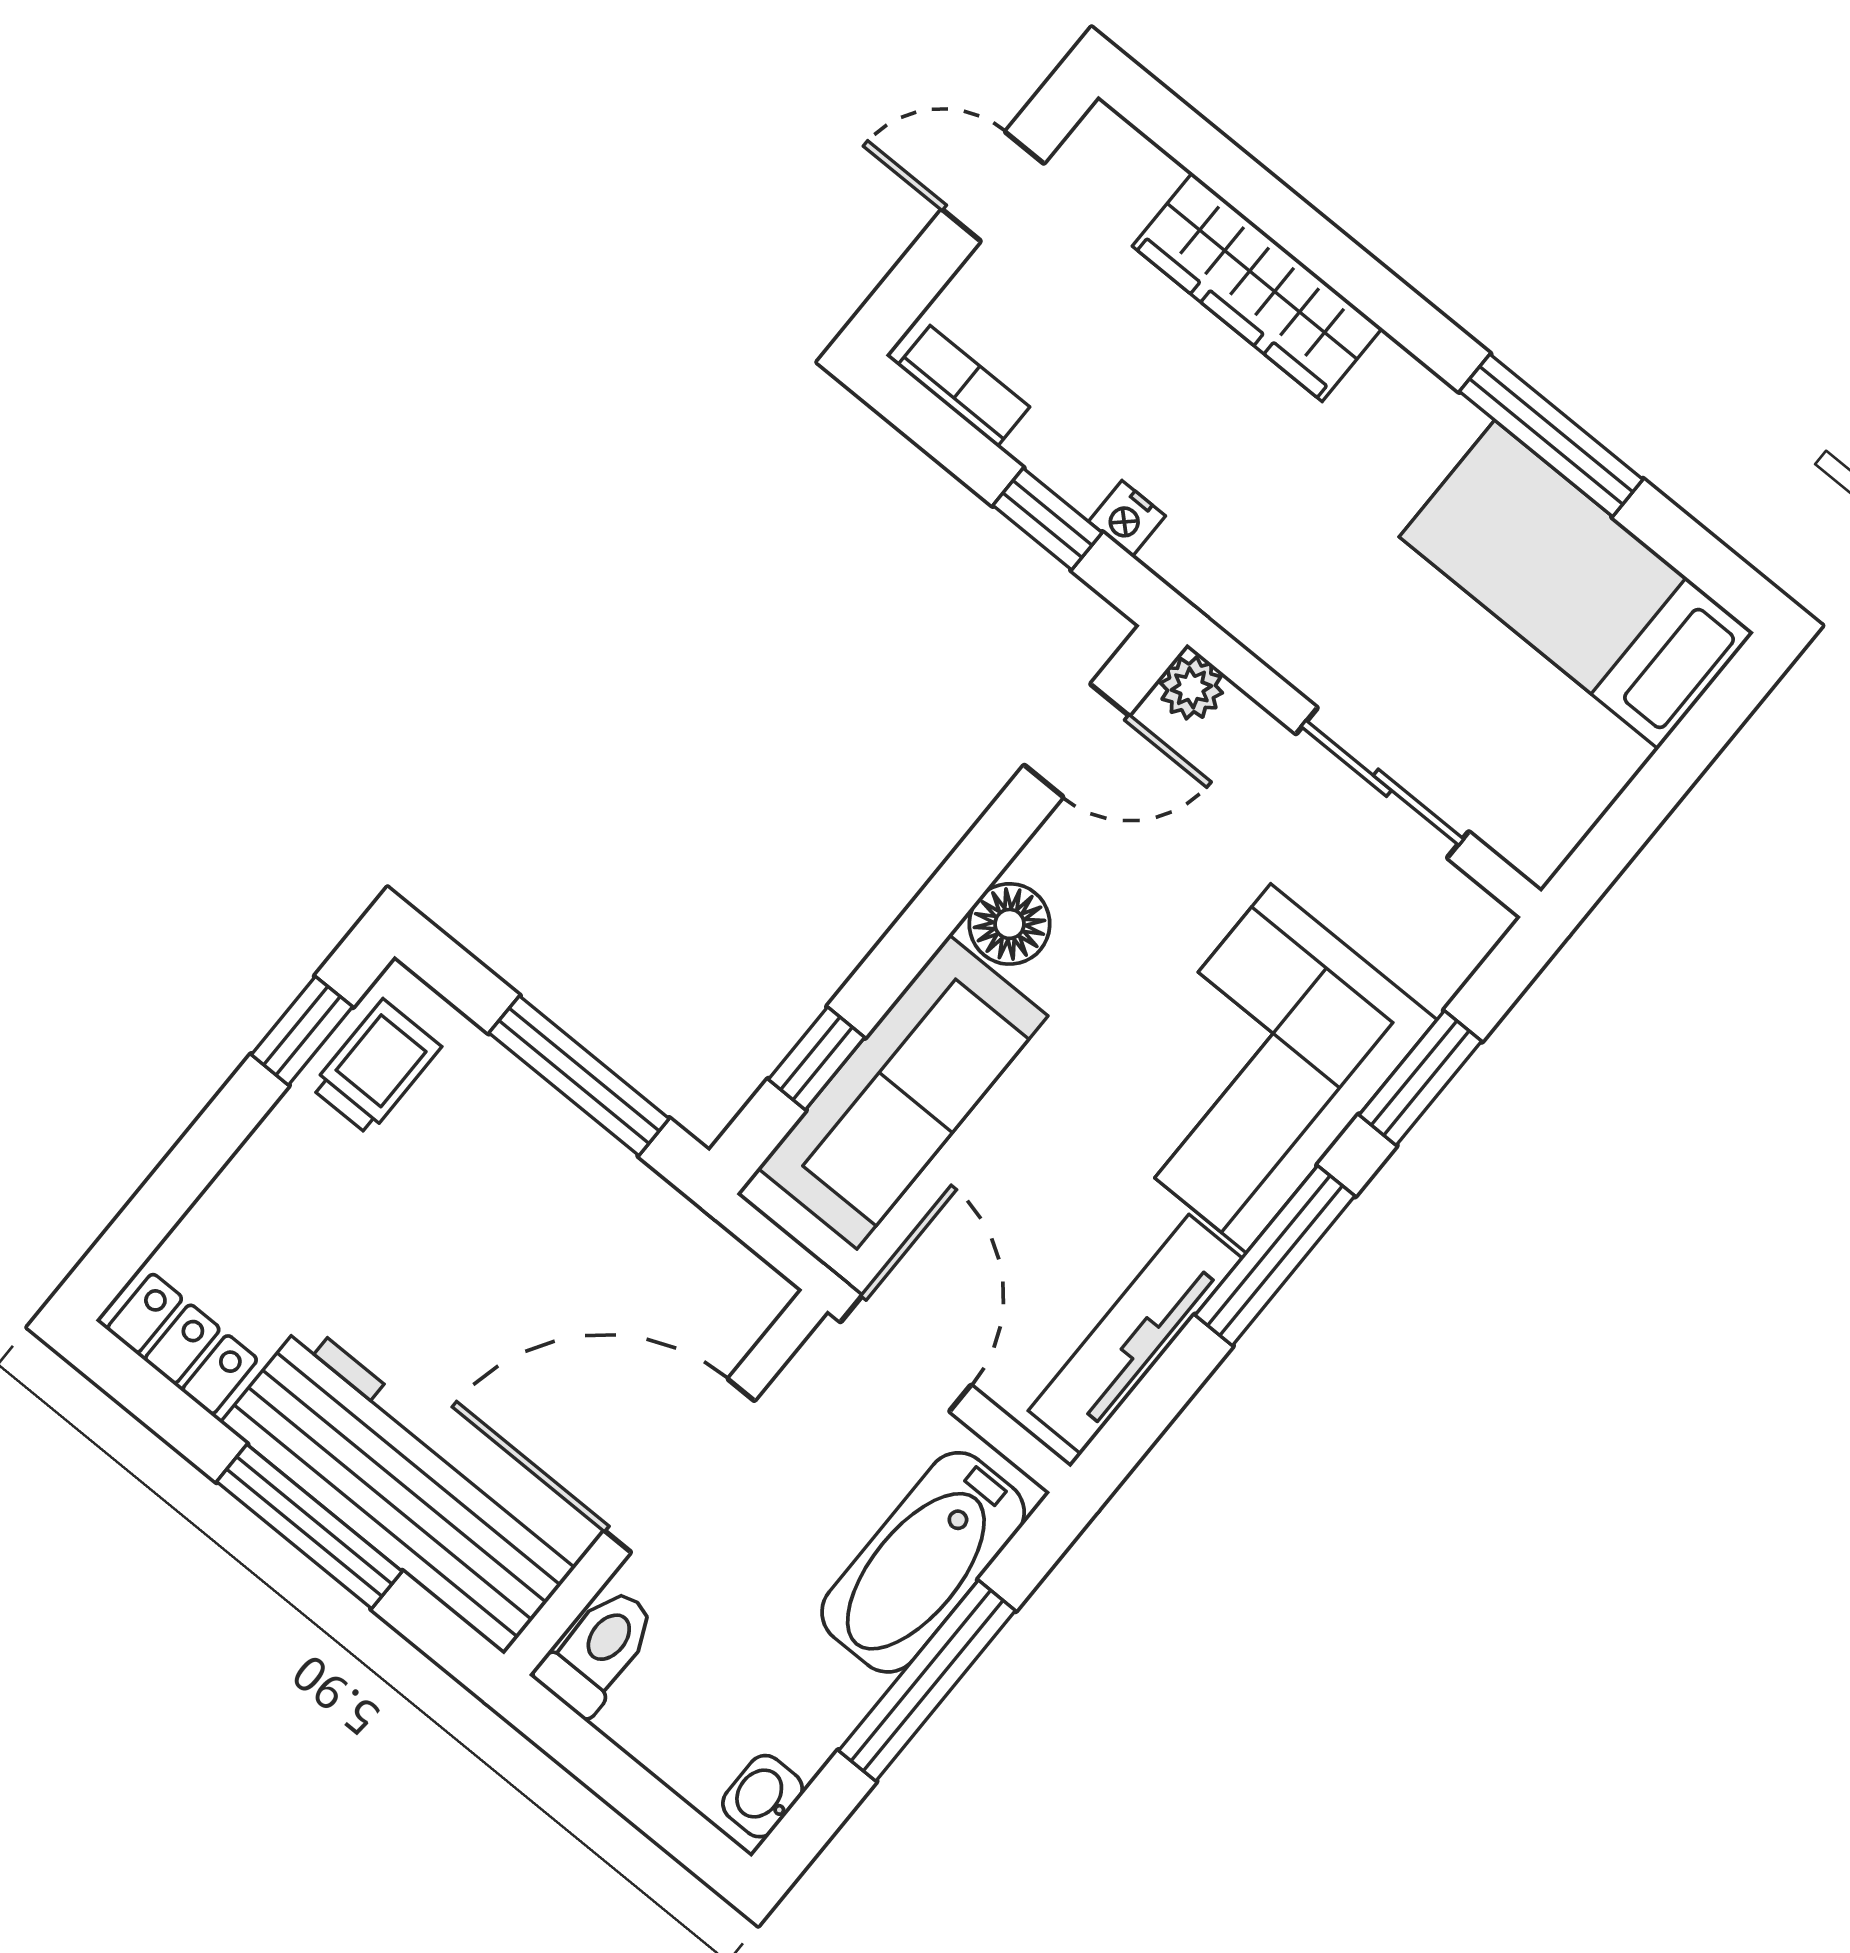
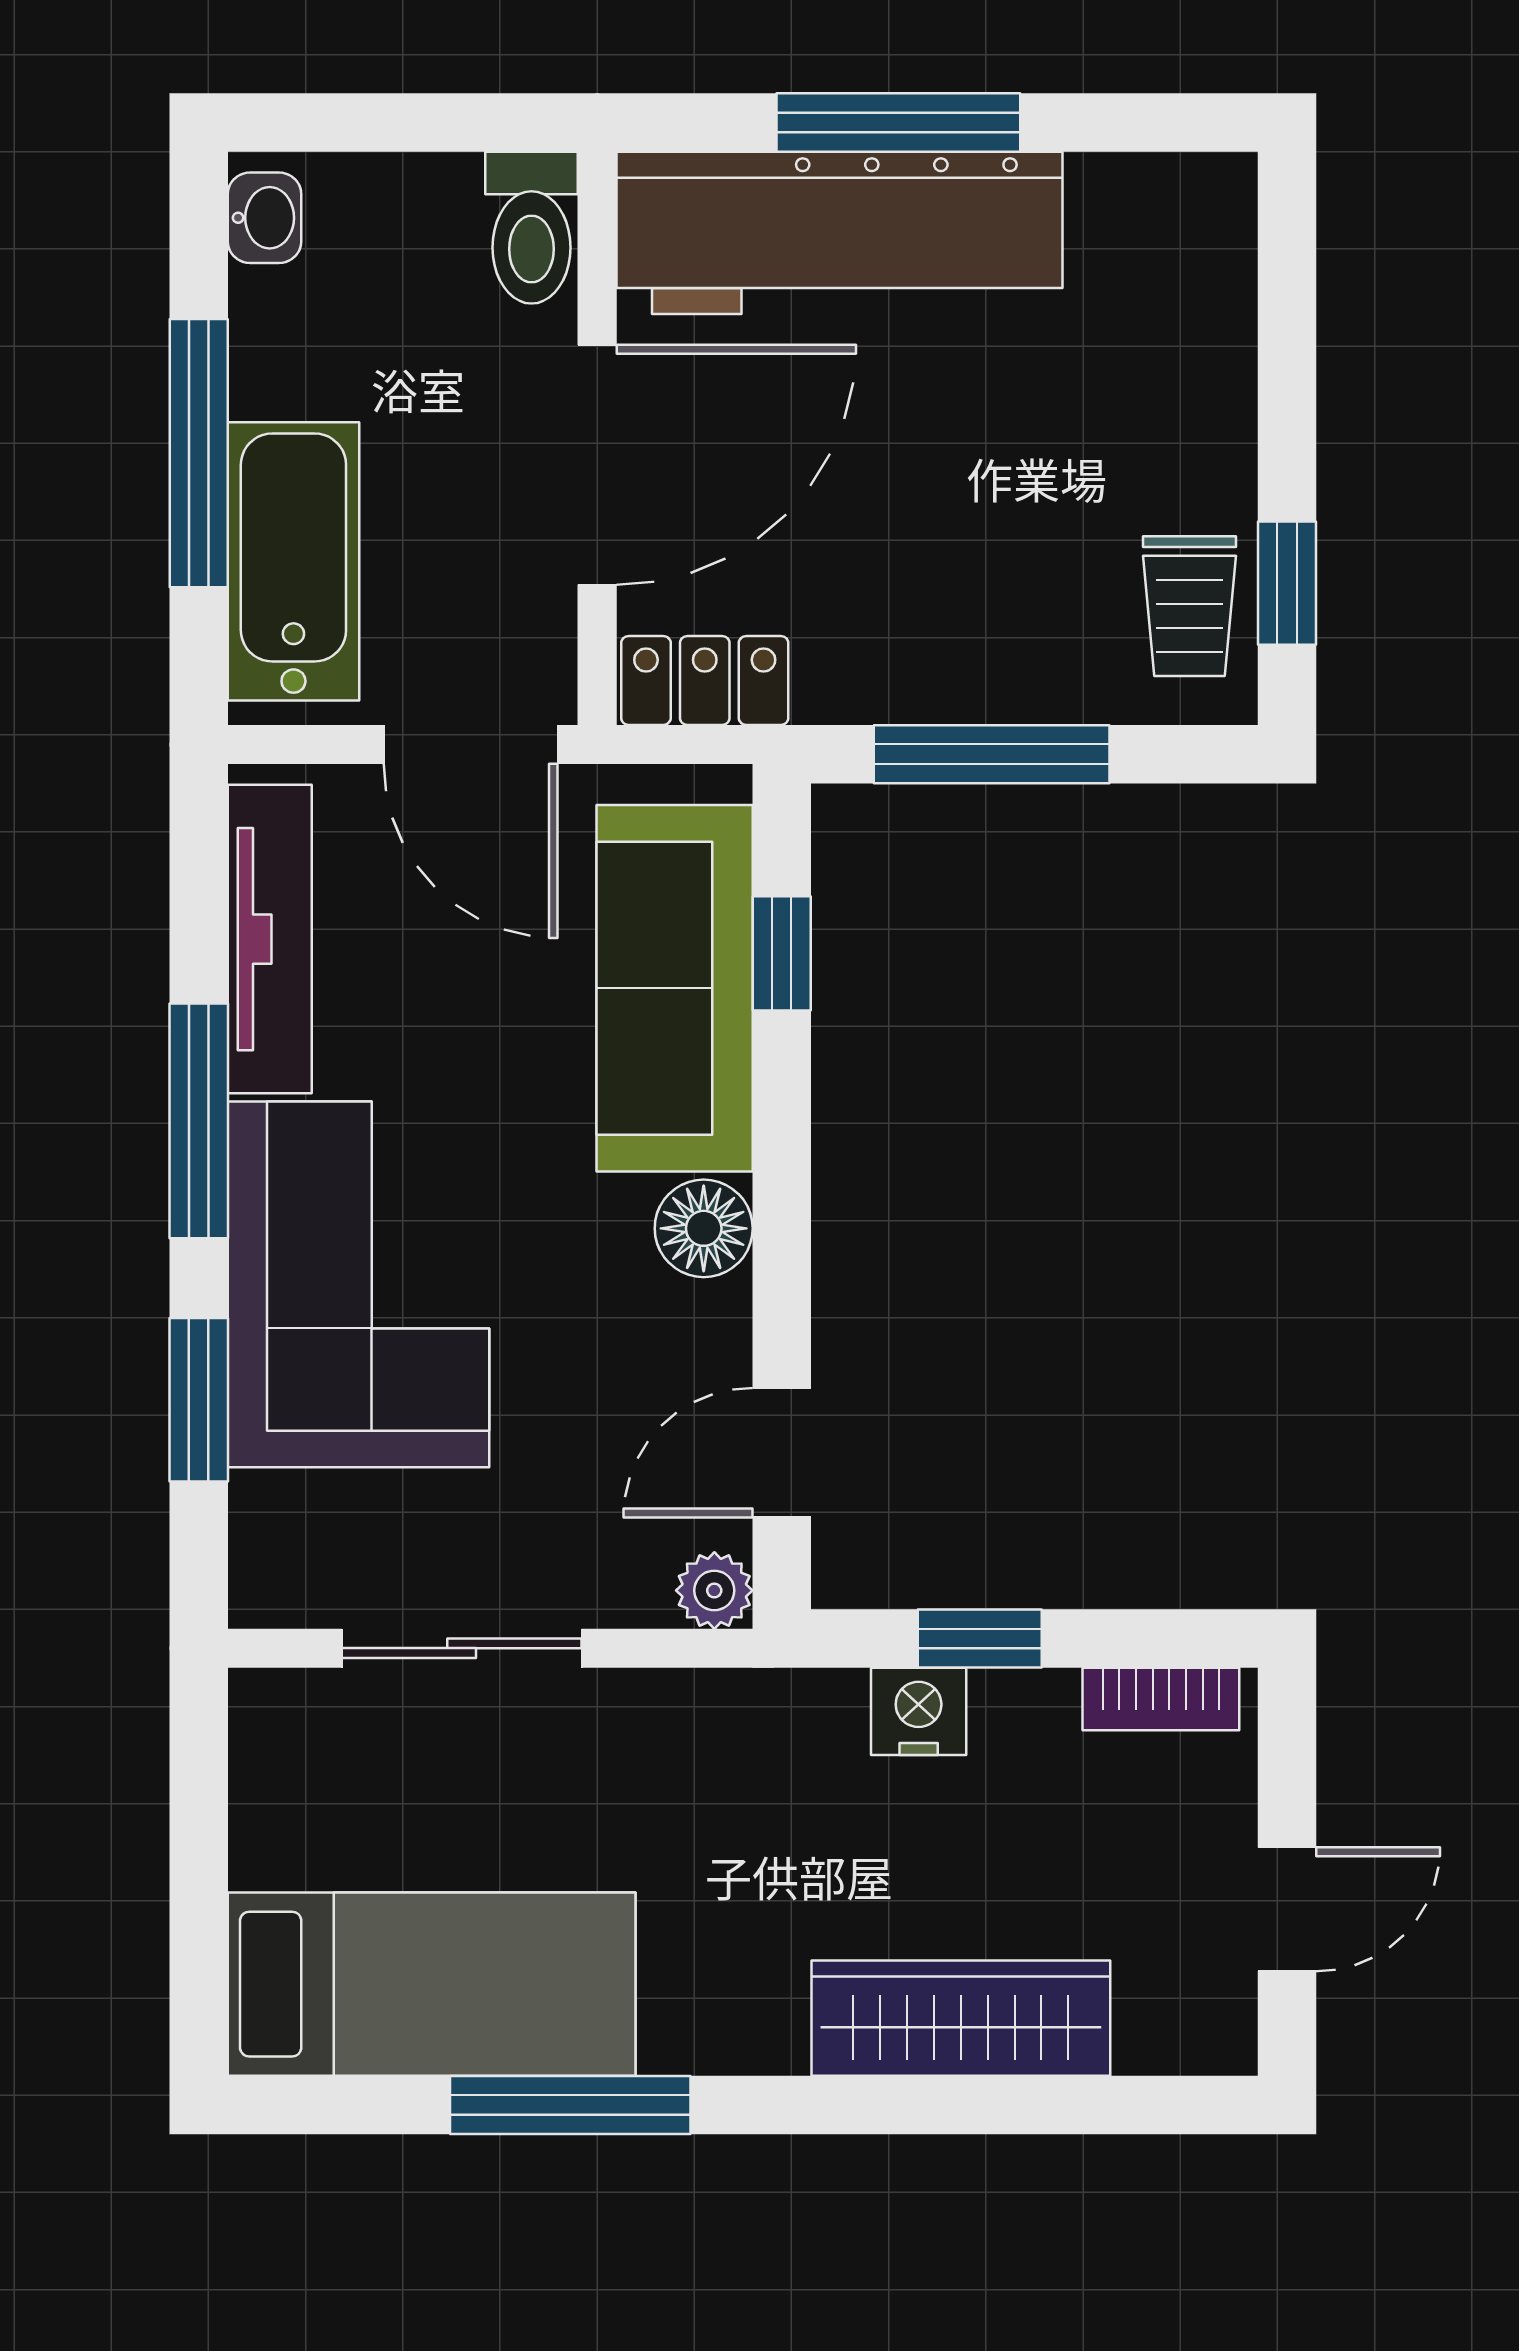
nightstand: (1127, 519) -> (919, 1711), width x1.39, depth x1.35
locker: (182, 1344) -> (705, 680), moved, turned 180

